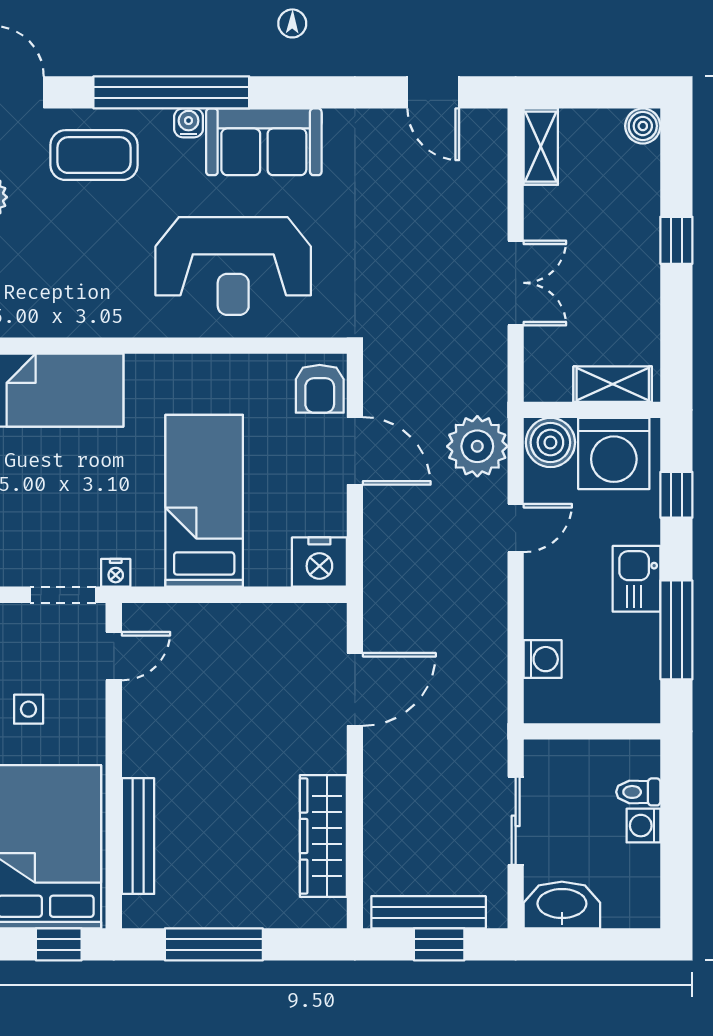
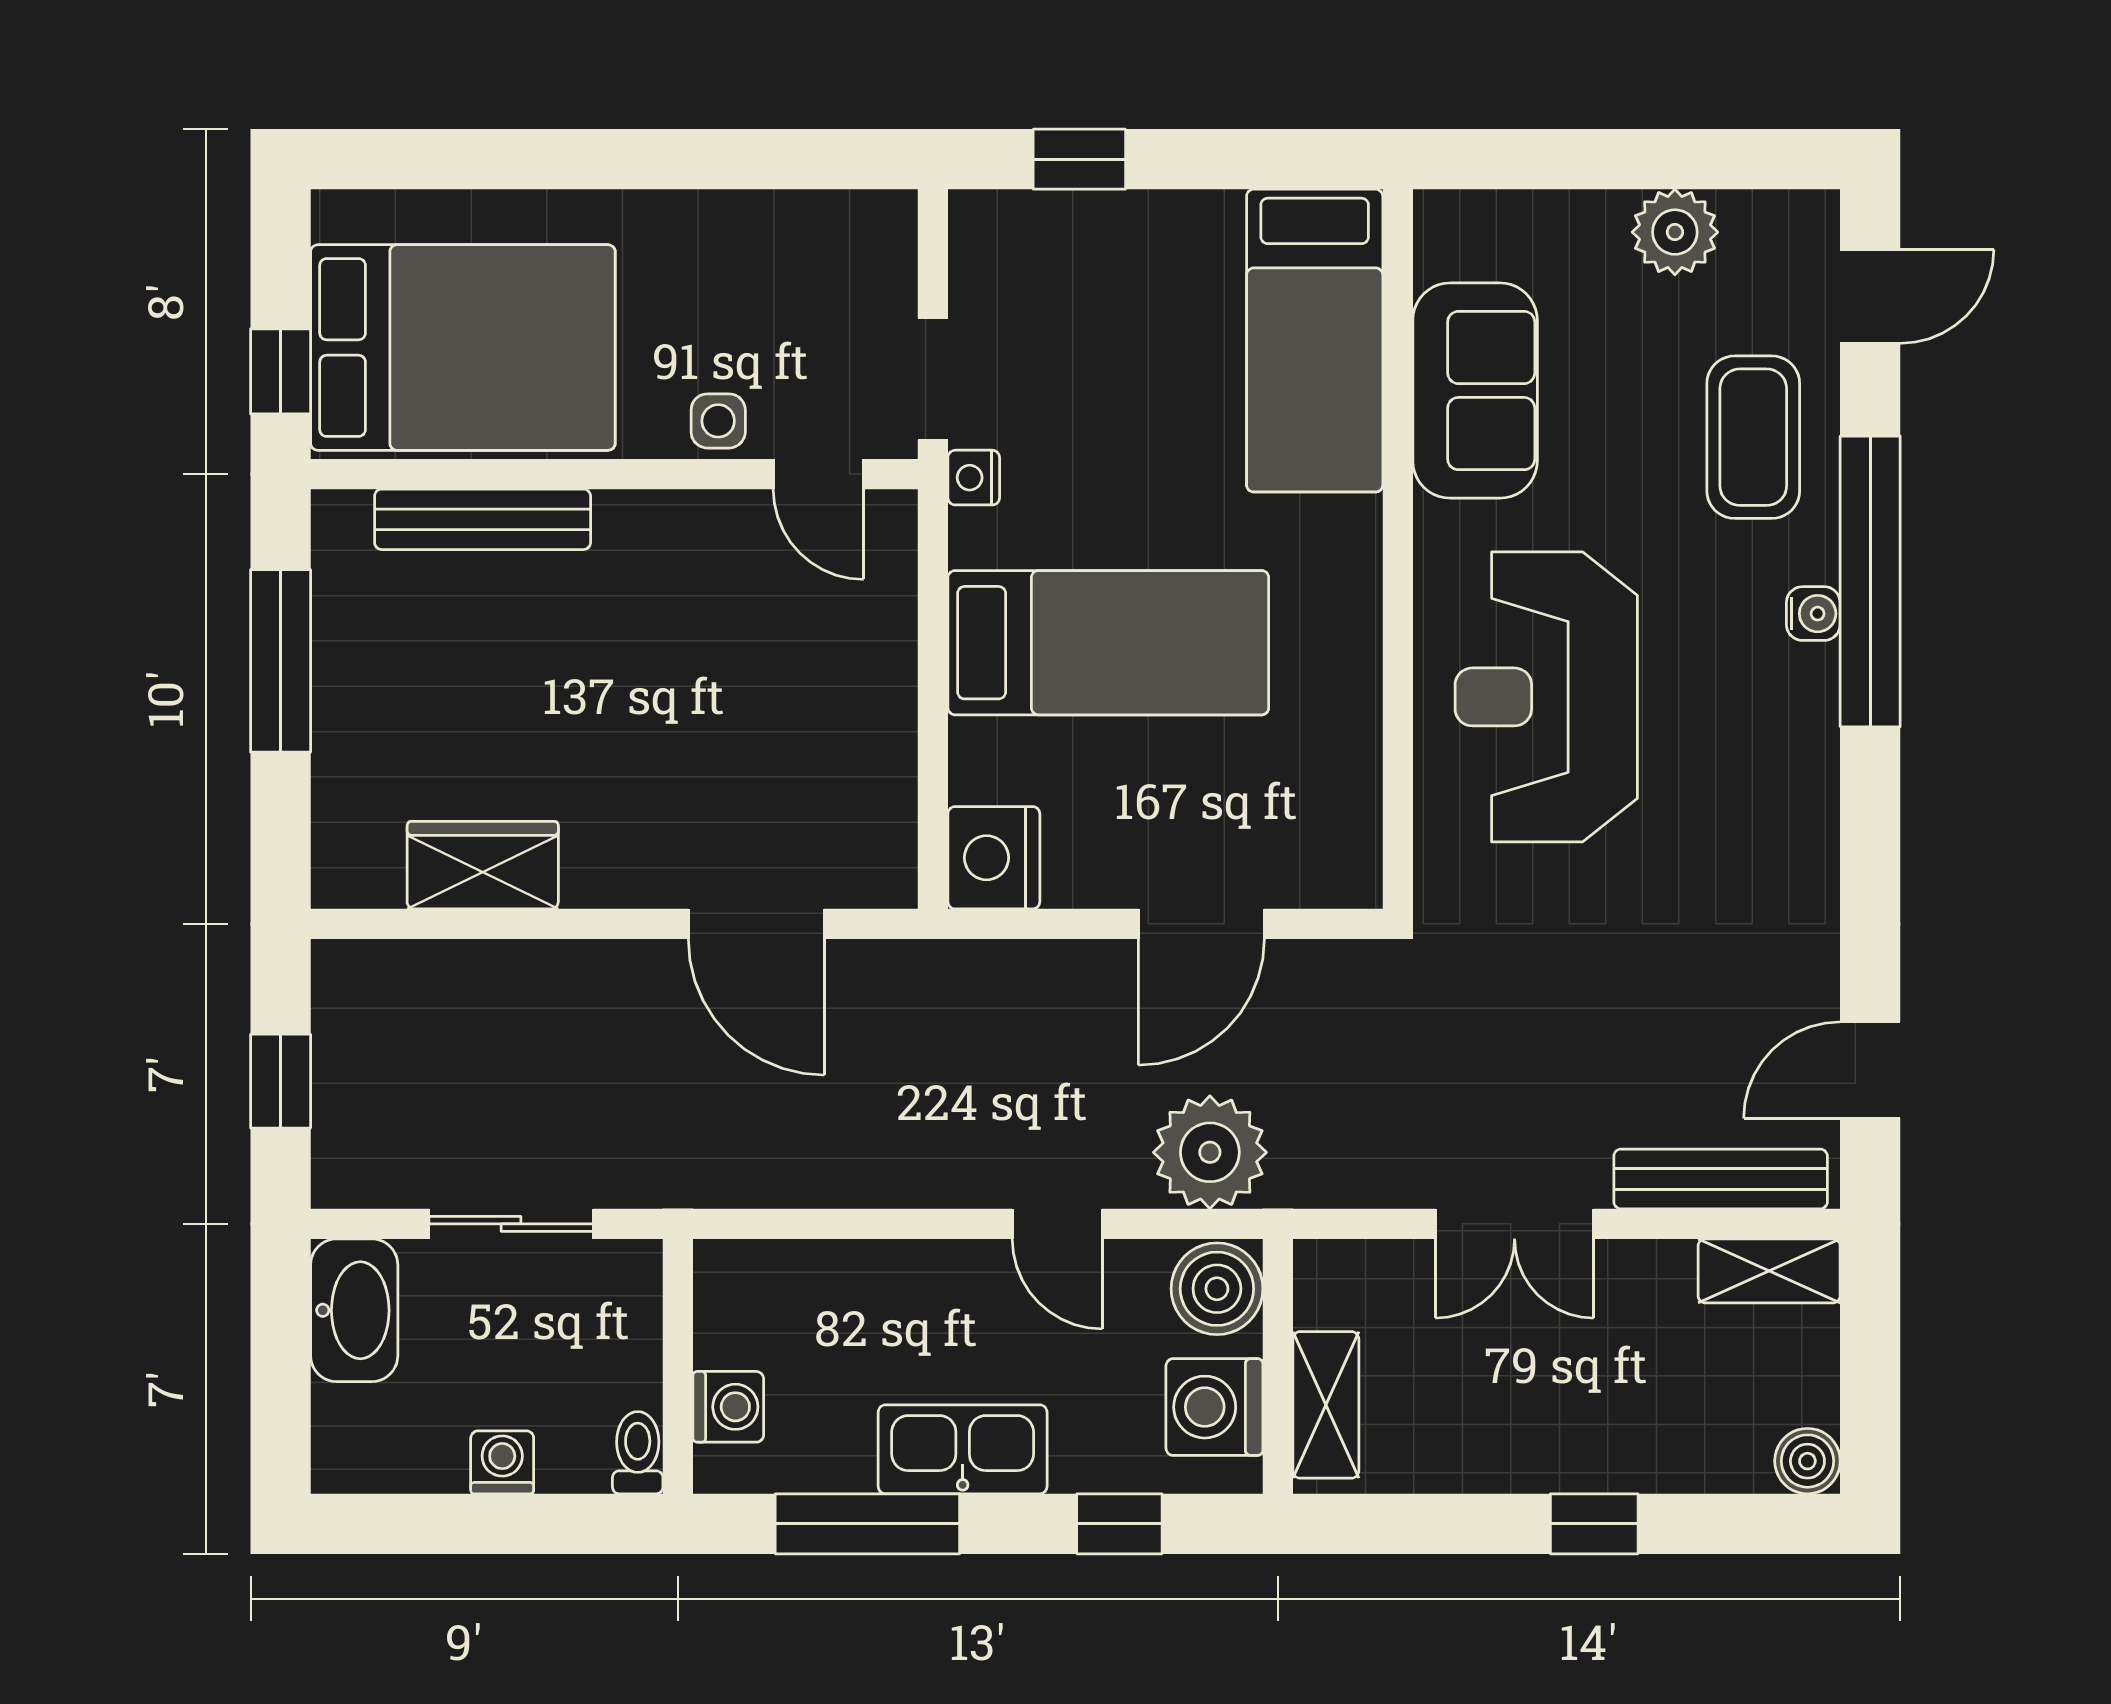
sofa: (264, 142) -> (1475, 391), moved, turned 180
armchair: (320, 389) -> (1317, 858), removed
washing machine: (614, 453) -> (1214, 1407), width x0.73, depth x0.73
kitchen sink: (636, 579) -> (963, 1449), width x1.38
washing machine: (543, 659) -> (728, 1407), moved, turned -90
side table: (29, 709) -> (718, 421), moved
toilet: (638, 792) -> (638, 1453), moved
wardrobe: (323, 836) -> (483, 865), width x0.67
bench: (429, 912) -> (1721, 1179), moved, turned 90

